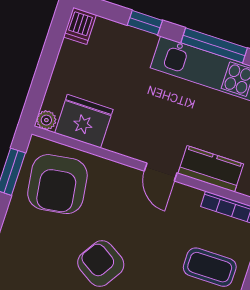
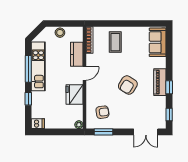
fridge: (84, 121) -> (74, 95), moved
armchair: (57, 184) -> (102, 112), width x0.53, depth x0.53

